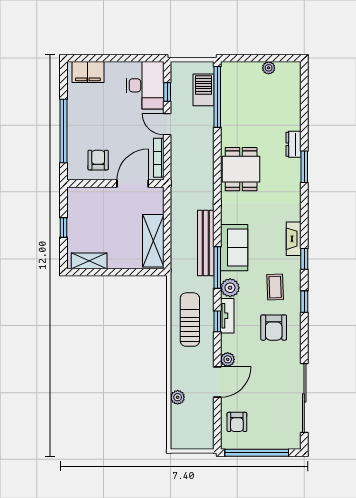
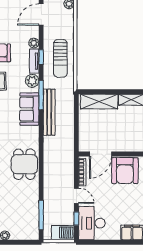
barbecue: (204, 90) -> (63, 233), moved, turned -90
window: (217, 97) -> (41, 215), width x0.68
armchair: (98, 160) -> (125, 171), width x1.88, depth x1.88
shelving: (153, 241) -> (99, 102), moved, turned 90
plant: (228, 359) -> (34, 43), moved

